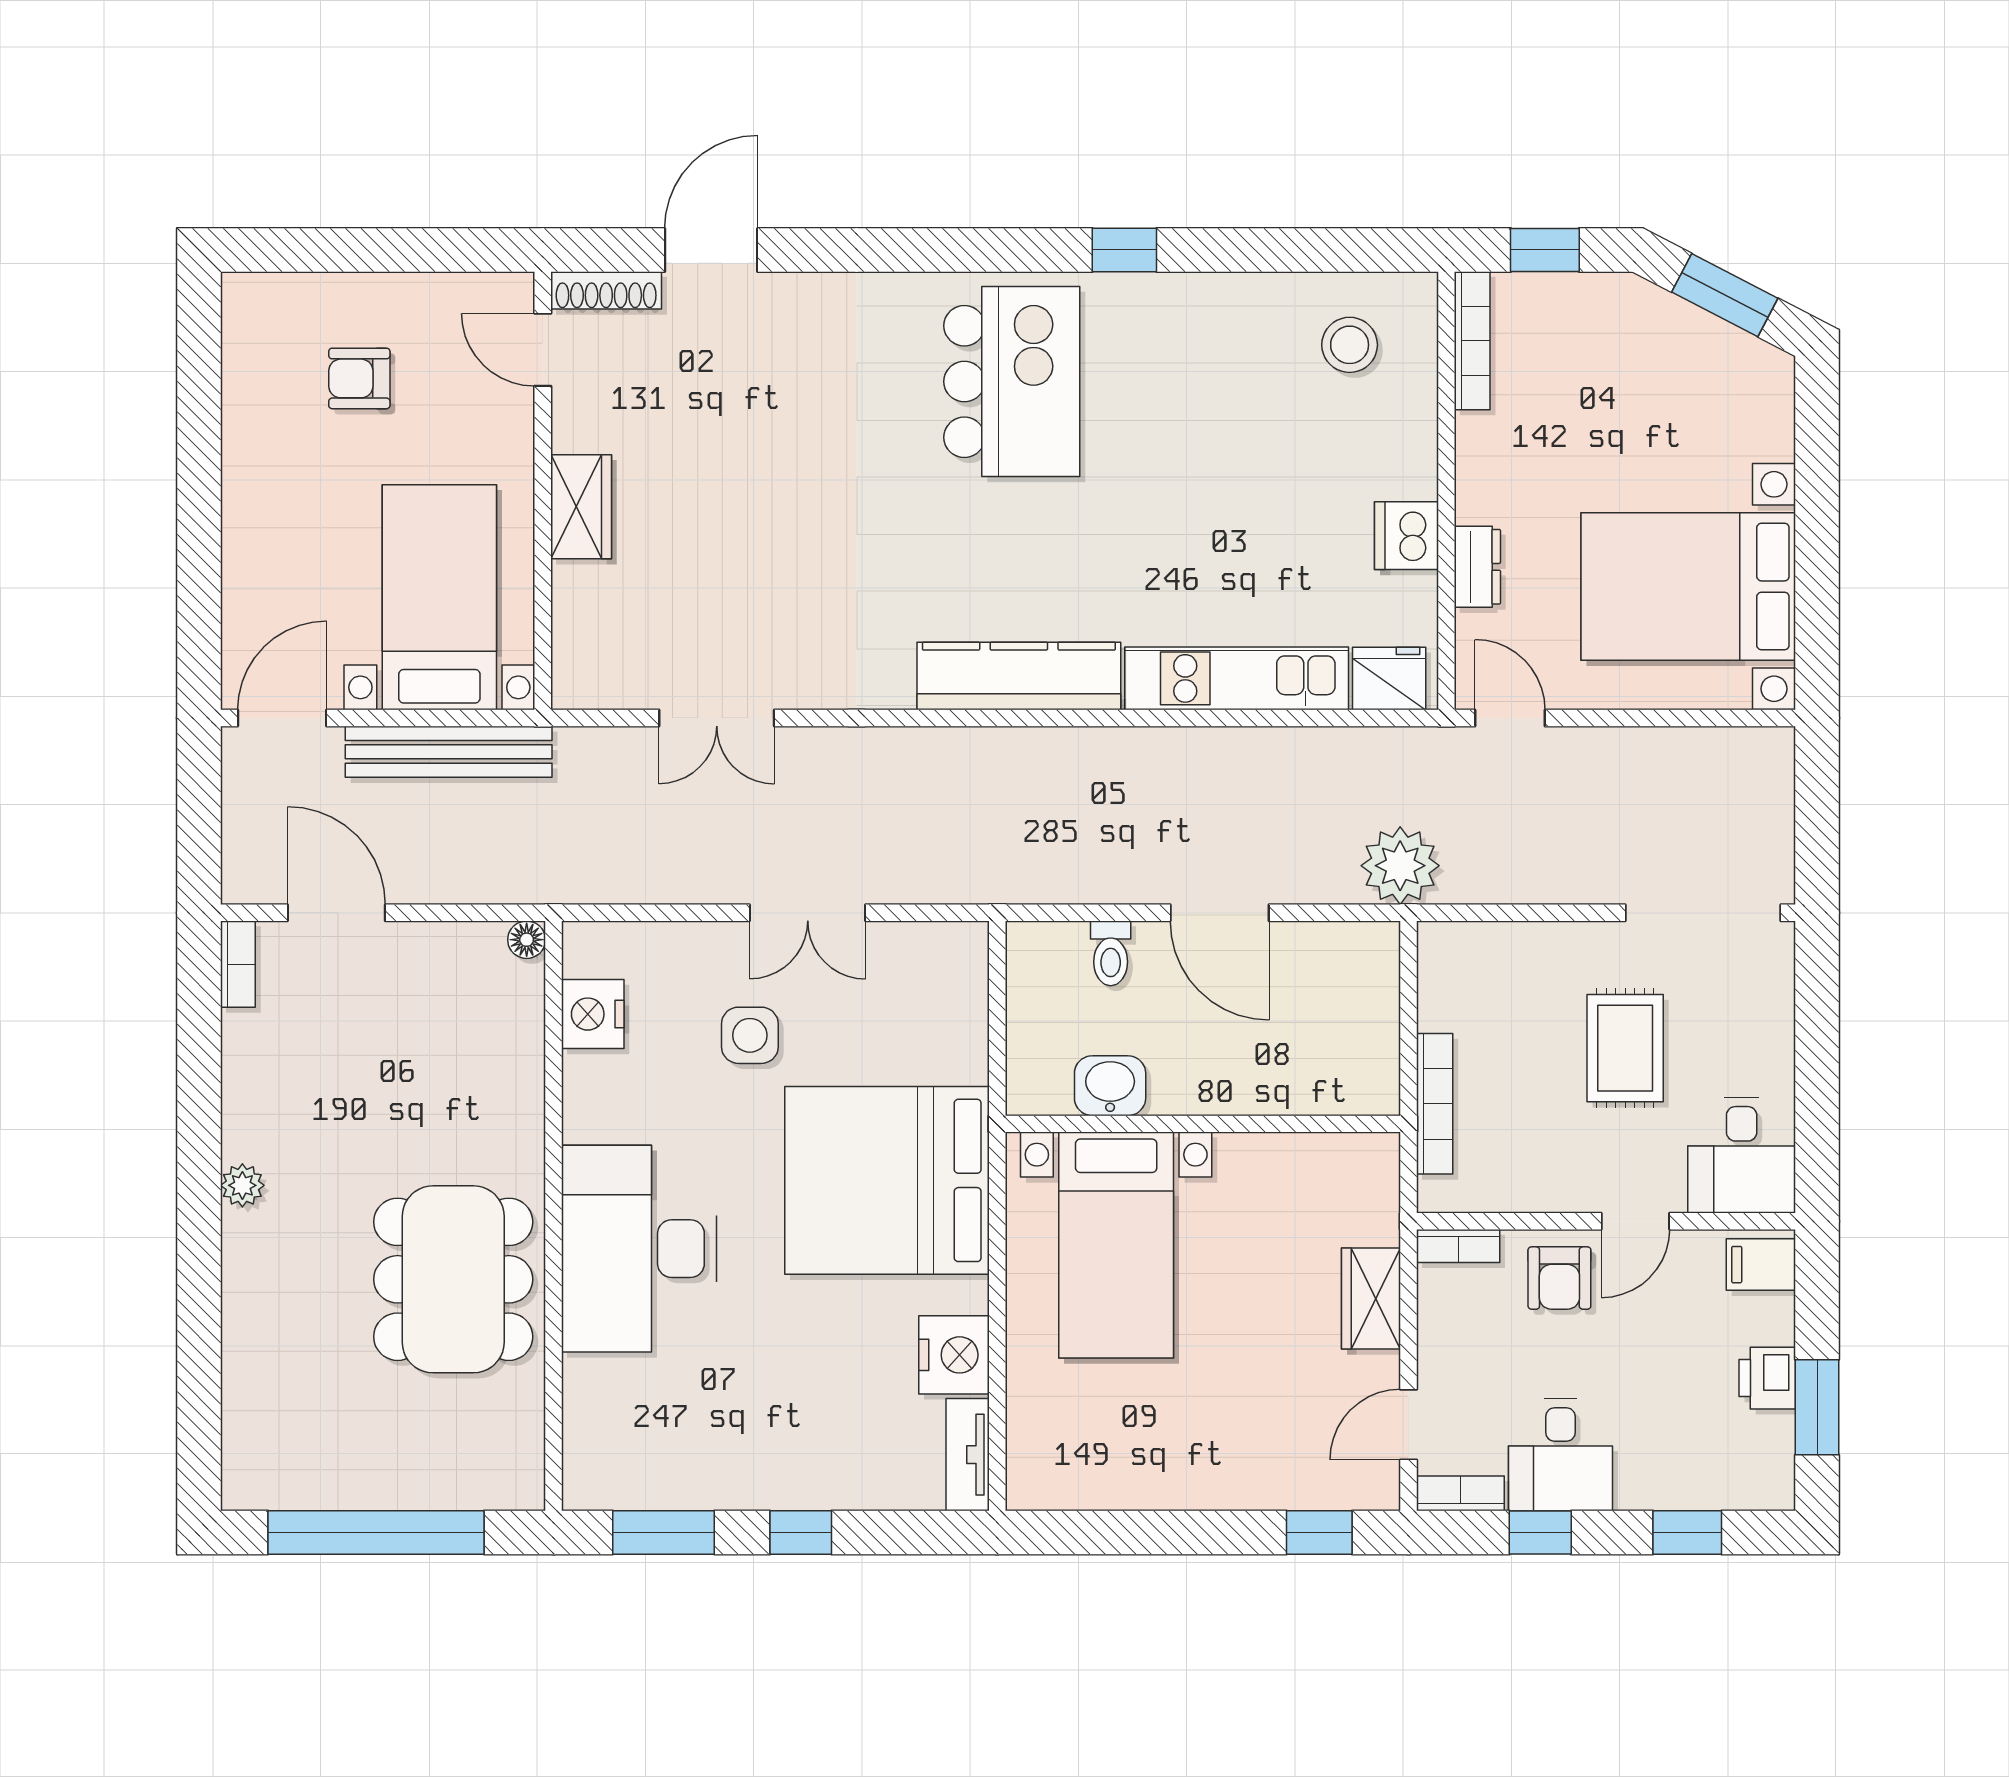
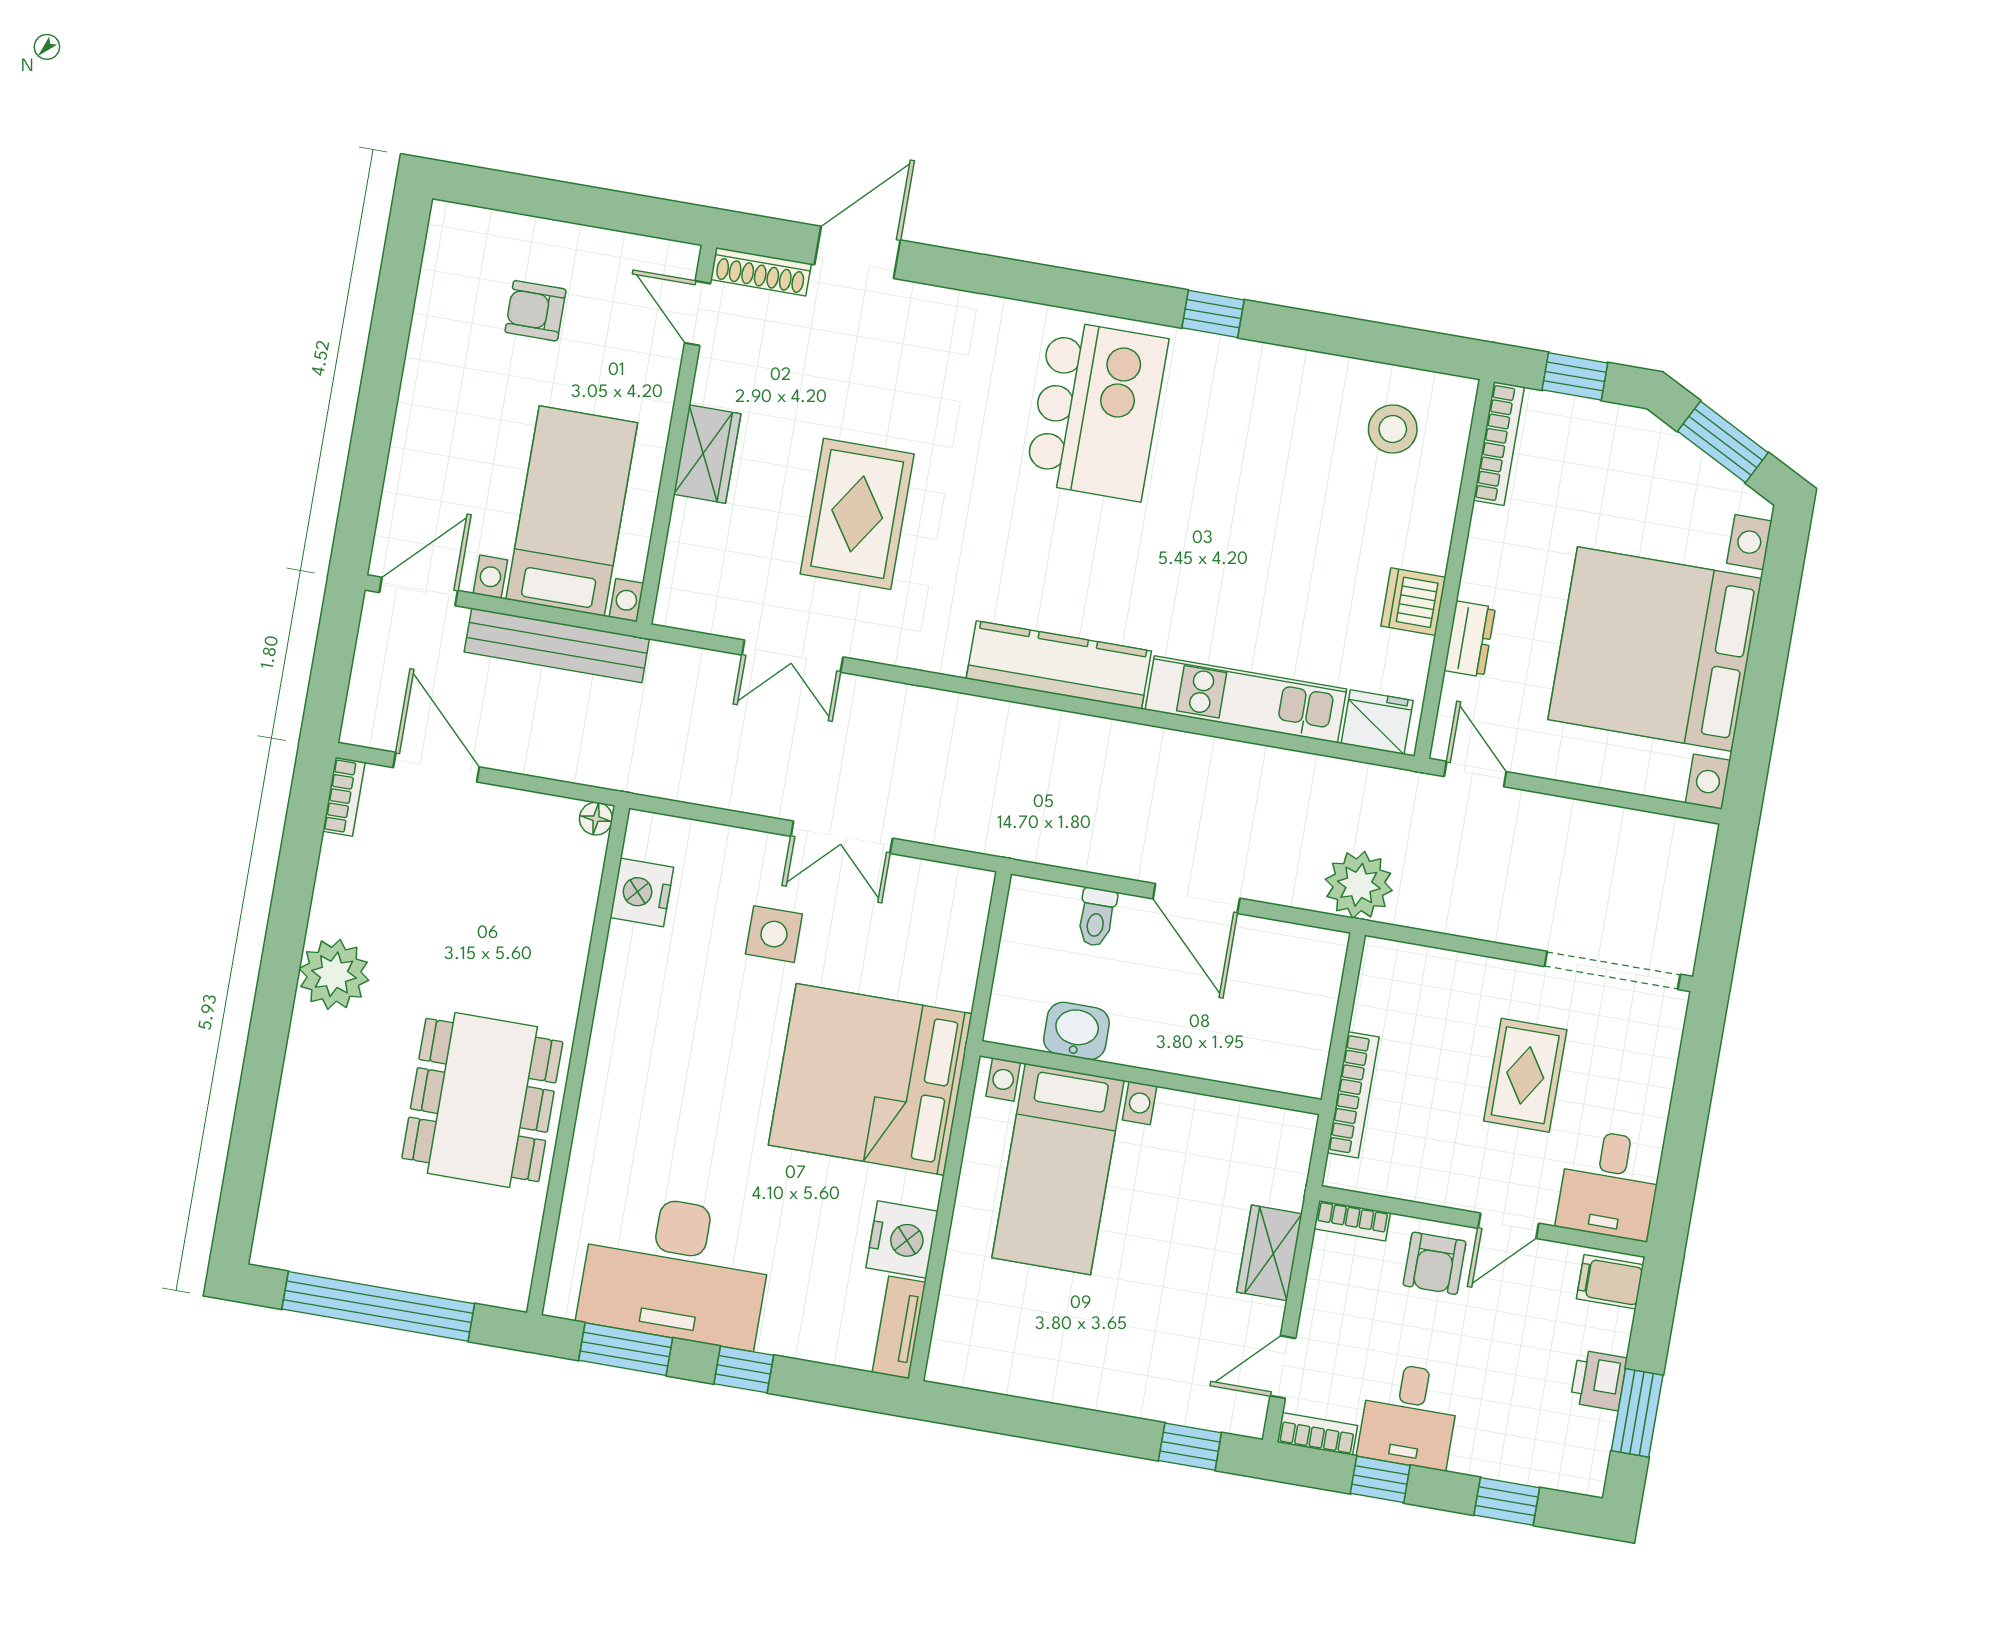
rug: (762, 545) -> (857, 514), added
bed with nightstands: (1688, 587) -> (1655, 649), width x1.36
plant: (242, 1185) -> (334, 974), width x1.88, depth x1.88
desk: (639, 1249) -> (676, 1270), moved, turned -90

